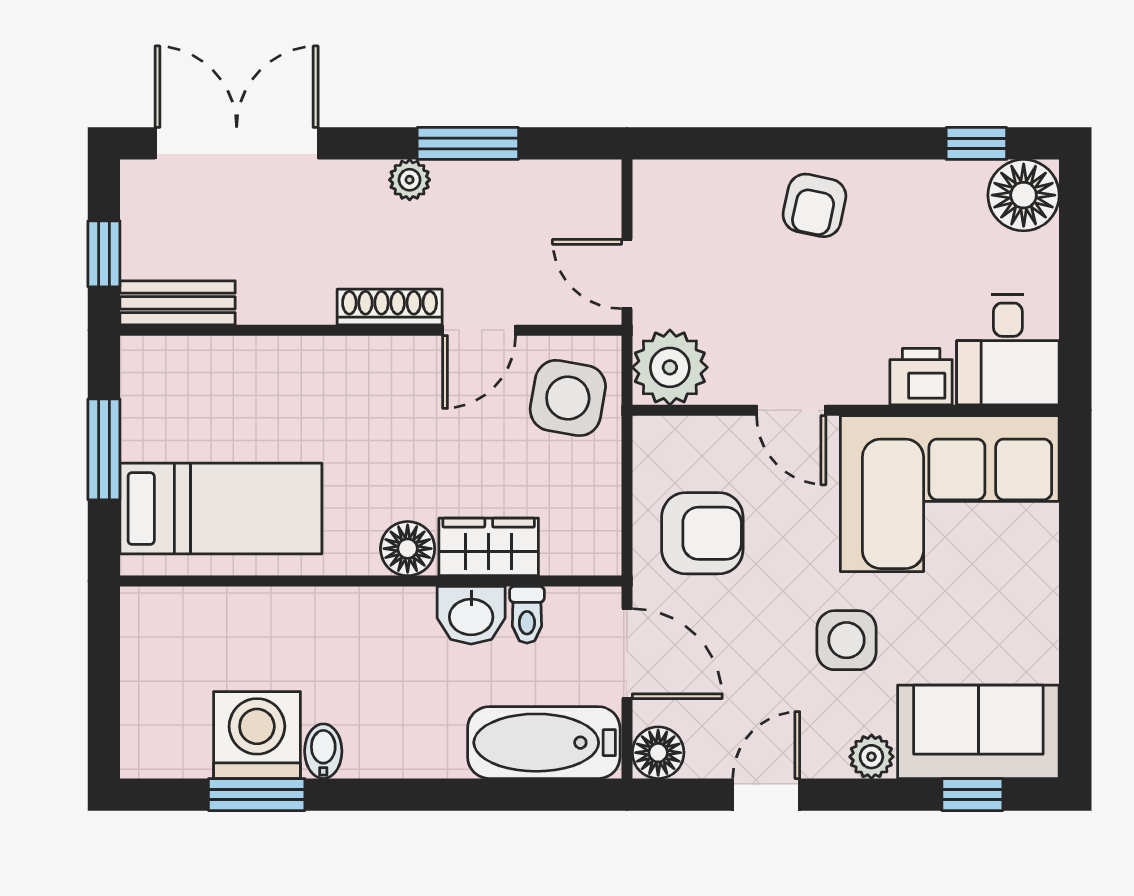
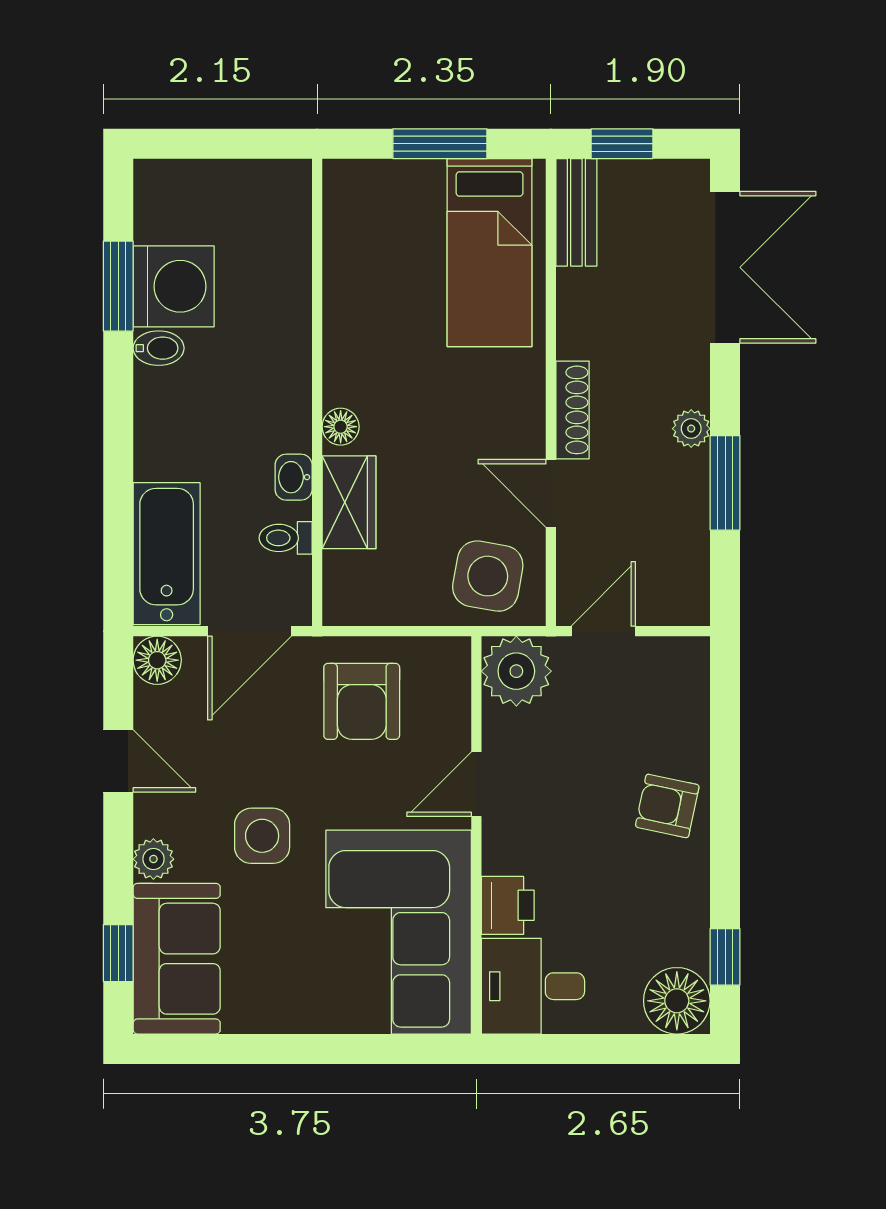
bed: (221, 508) -> (490, 253), moved
floor lamp: (408, 549) -> (341, 427), width x0.73, depth x0.73
washbasin: (471, 615) -> (294, 477), width x0.72, depth x0.69

